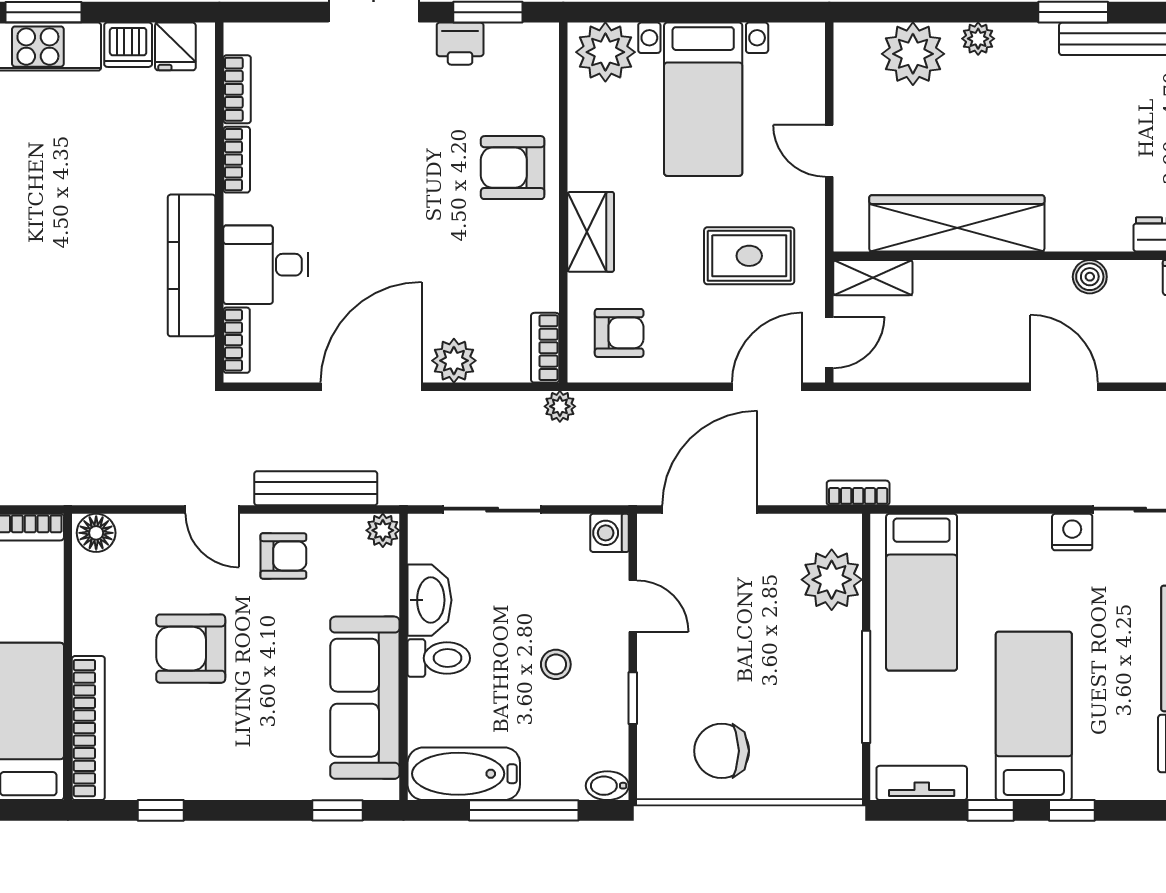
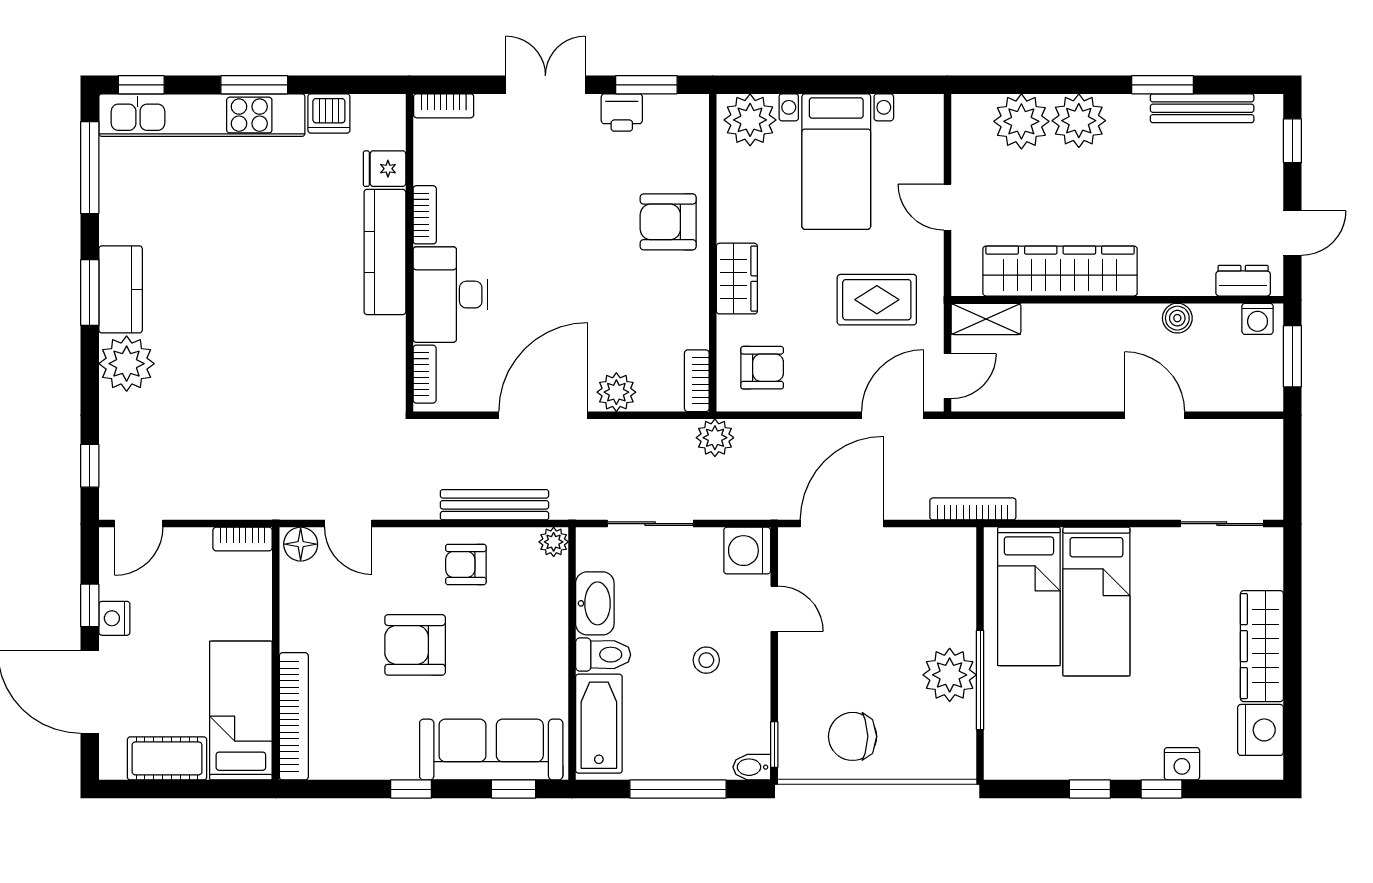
plant: (978, 39) -> (1079, 121), width x1.87, depth x1.87
fridge: (175, 46) -> (385, 169), moved, turned 90
bookcase: (237, 89) -> (444, 106), moved, turned 90
kitchen counter: (192, 265) -> (385, 252), moved
desk: (266, 265) -> (450, 295), width x1.37
plant: (560, 406) -> (715, 438), width x1.38, depth x1.38
bookcase: (858, 493) -> (973, 509), width x1.56
door: (212, 510) -> (348, 524), moved
nightstand: (1072, 532) -> (1182, 764), moved, turned 180
washing machine: (609, 533) -> (747, 551), width x1.38, depth x1.38
armchair: (283, 556) -> (466, 564), turned 180
plant: (832, 580) -> (950, 675), moved
armchair: (191, 649) -> (415, 645), moved
sofa: (365, 698) -> (491, 750), moved, turned 90
window: (633, 698) -> (774, 745), moved
bed: (1034, 716) -> (1096, 602), moved, turned 180
bathtub: (464, 774) -> (599, 724), moved, turned 90
tv unit: (922, 783) -> (1029, 765), removed
window: (161, 810) -> (411, 789), moved

